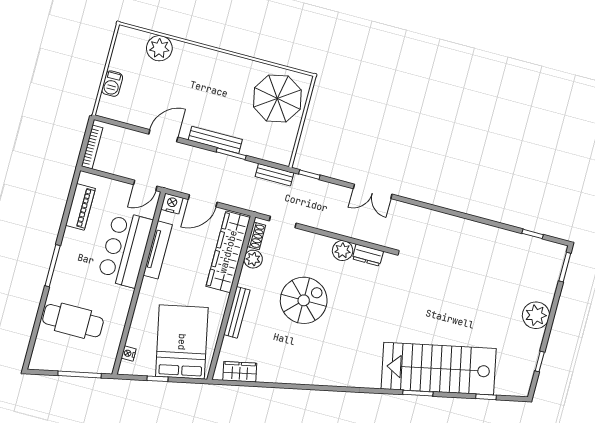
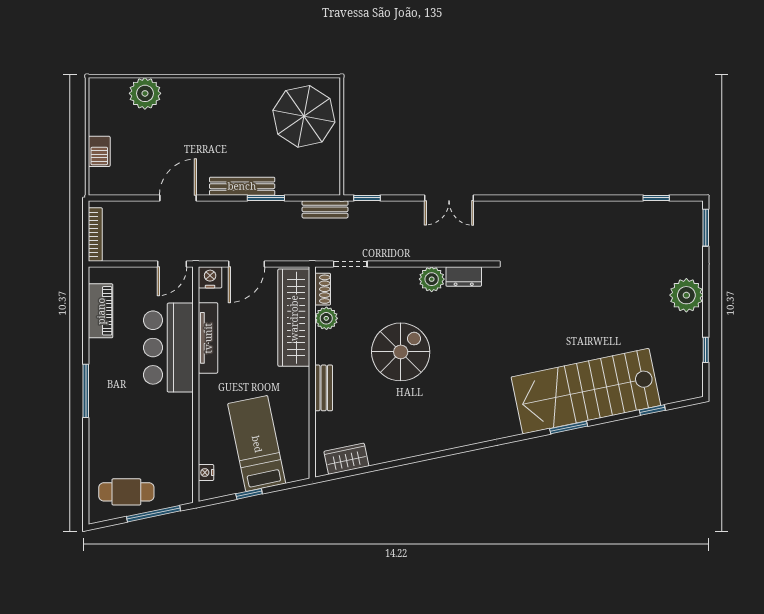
bench: (237, 312) -> (324, 388), width x0.73
cafe table: (73, 321) -> (126, 492), moved, width x0.73, depth x0.74
bed: (182, 342) -> (257, 444), width x0.67

